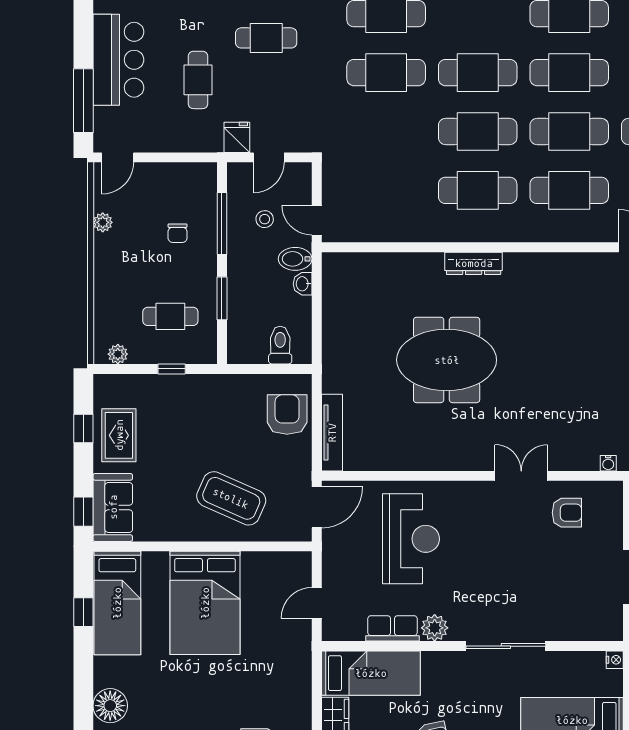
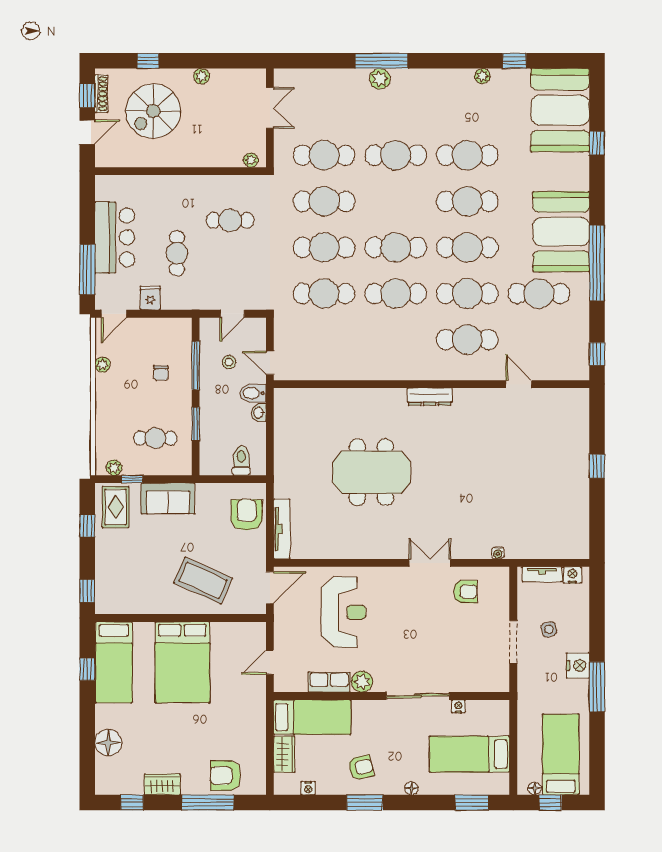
fridge: (237, 137) -> (150, 298), moved
cafe table: (478, 190) -> (324, 294), moved
dresser: (474, 263) -> (430, 397), moved
window: (172, 369) -> (132, 479), moved
rug: (119, 435) -> (116, 507), moved
sofa: (113, 507) -> (168, 498), moved, turned 90
nightstand: (615, 660) -> (458, 706), moved, turned -90

